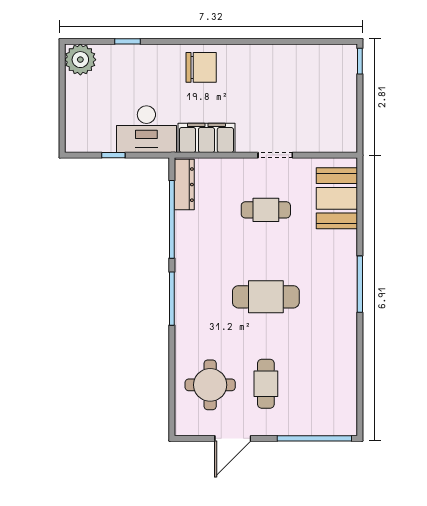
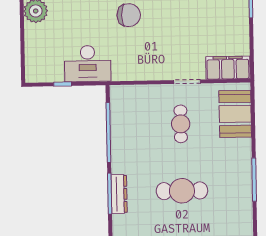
filing cabinet: (206, 138) -> (228, 68), moved
dresser: (184, 185) -> (119, 194), moved
cafe table: (266, 210) -> (181, 124), turned 90

